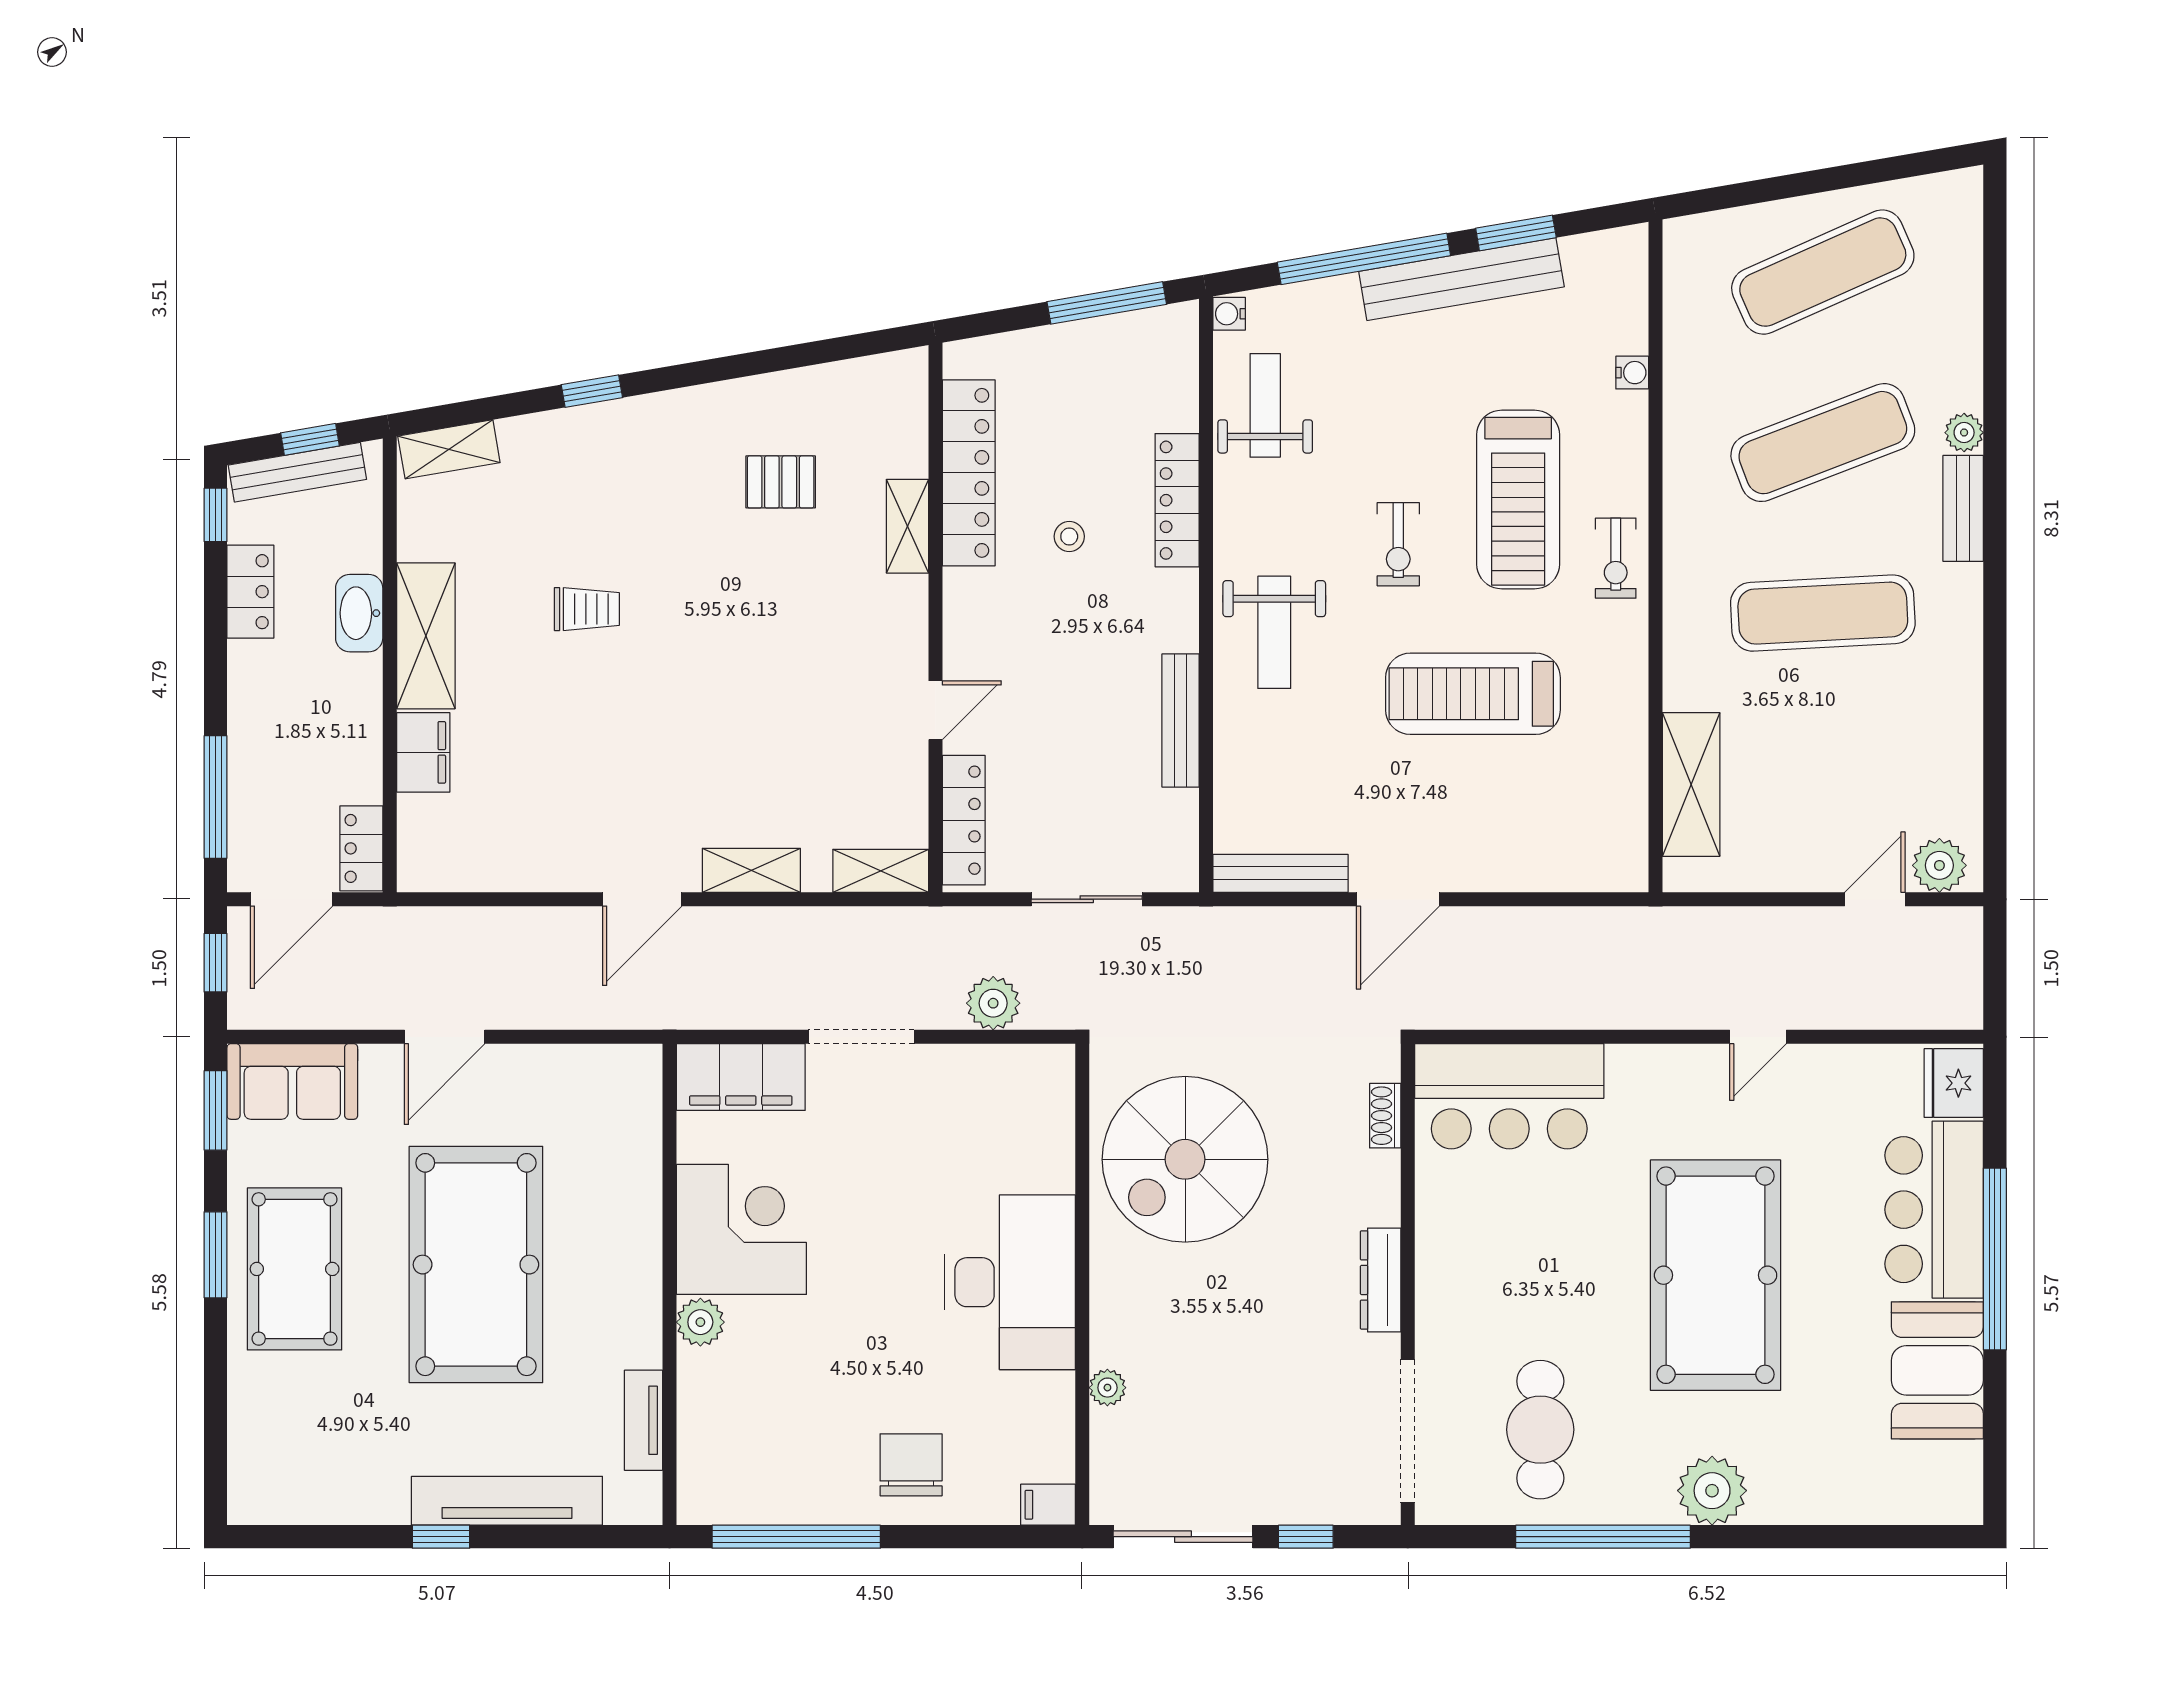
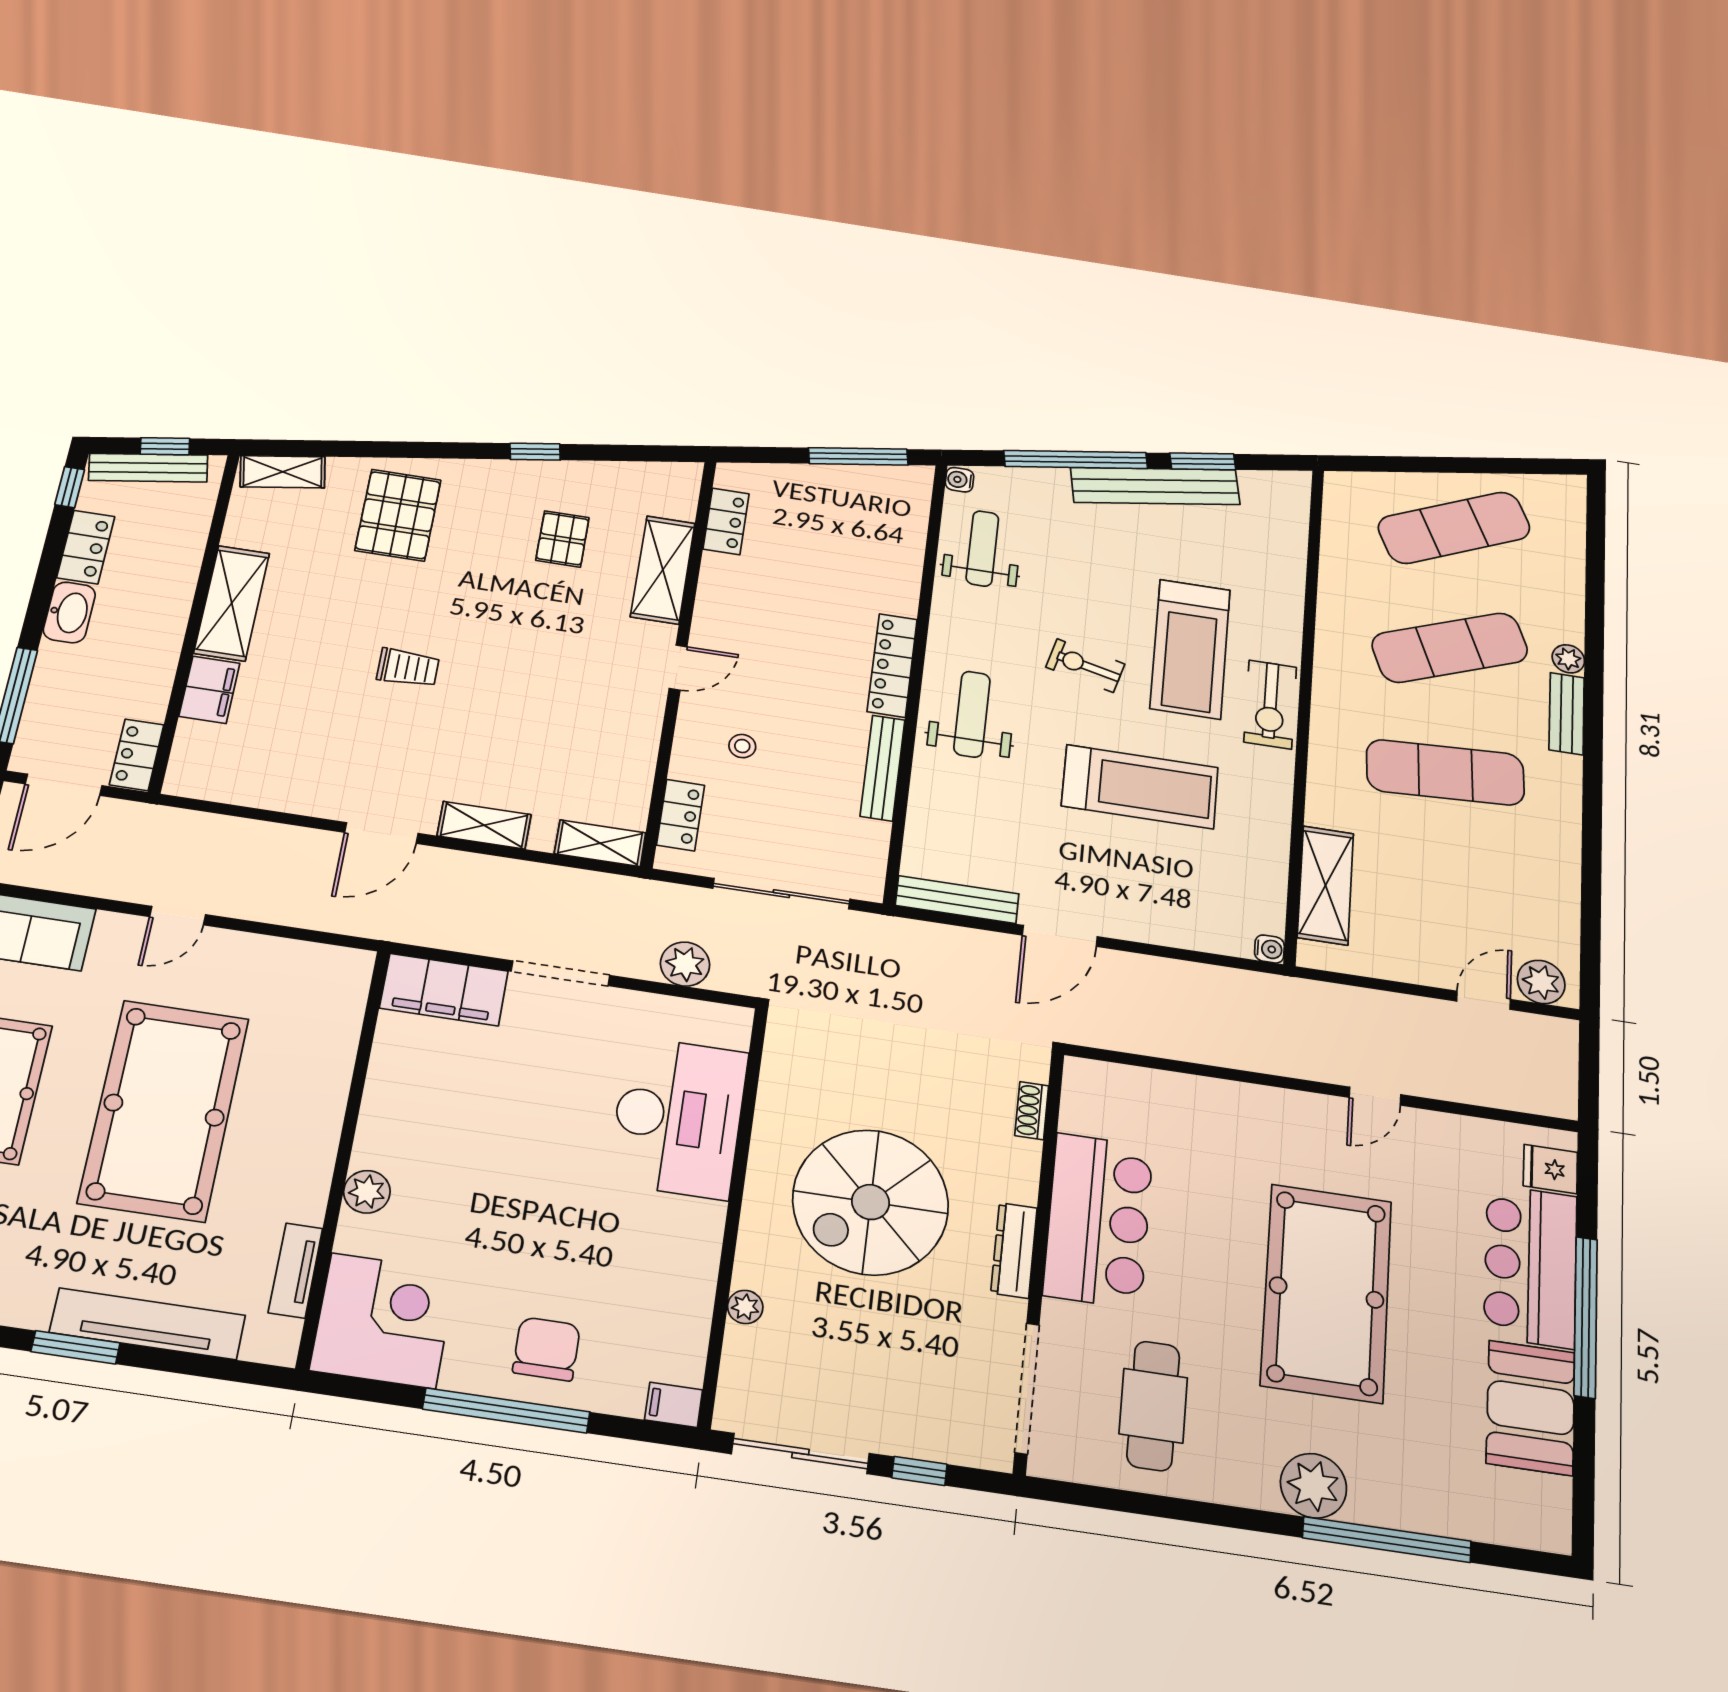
water cooler: (1632, 373) -> (1269, 949), moved
window: (592, 391) -> (535, 452), moved
locker: (969, 473) -> (726, 521), width x0.46, depth x0.83
pallet: (781, 482) -> (562, 539), turned 90
pallet: (589, 484) -> (398, 515), added
locker: (1177, 500) -> (892, 665), moved
shelving: (908, 526) -> (663, 570), width x1.50, depth x1.33
stool: (1069, 536) -> (742, 746), moved
exercise bike: (1398, 544) -> (1085, 666), turned 104
exercise bike: (1616, 558) -> (1270, 704), width x1.38, depth x1.39
trolley: (587, 609) -> (408, 668), moved
washbasin: (359, 613) -> (69, 612), moved, turned 180
weight bench: (1274, 632) -> (972, 714), turned 180
treadmill: (1473, 694) -> (1140, 787), turned 180
door: (935, 710) -> (678, 668), moved
locker: (964, 820) -> (681, 815), width x0.66
sliding door: (1087, 899) -> (781, 894), width x1.37
door: (445, 1037) -> (178, 916), width x0.73
fridge: (1954, 1083) -> (1550, 1169), width x0.72
bar counter: (1509, 1096) -> (1098, 1220), moved, turned -90
spiral stairs: (1185, 1159) -> (871, 1202), moved
corner desk: (741, 1229) -> (383, 1320), moved
desk: (1010, 1282) -> (678, 1117), moved
window: (441, 1537) -> (76, 1347), width x1.50
window: (796, 1537) -> (506, 1410), moved
window: (1603, 1537) -> (1387, 1540), moved

